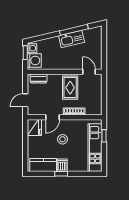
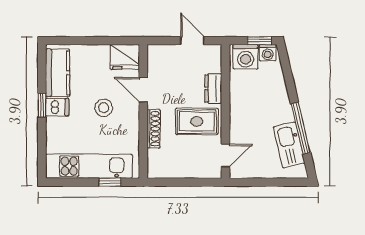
kitchen sink: (72, 39) -> (289, 145), moved
dresser: (39, 78) -> (213, 88), moved
door: (25, 100) -> (192, 41), moved

